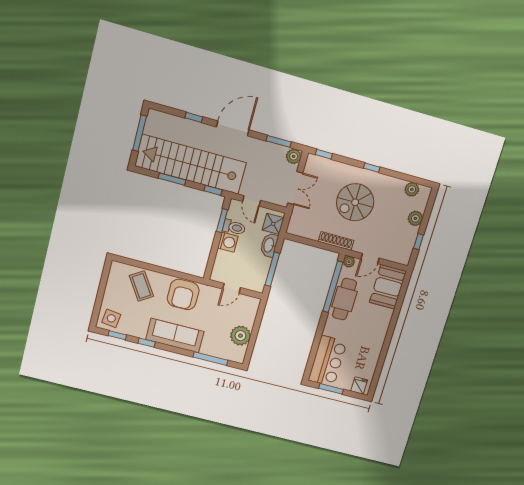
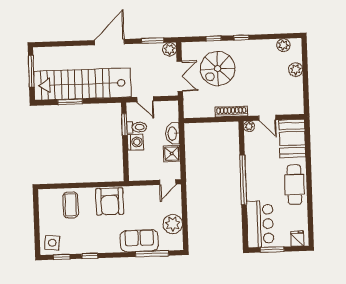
window: (194, 117) -> (73, 43), removed
window: (324, 154) -> (214, 39), moved
window: (213, 190) -> (108, 101), removed
spiral stairs: (355, 202) -> (218, 69), moved
shower: (273, 224) -> (172, 153), moved
window: (419, 242) -> (306, 89), removed
door: (370, 259) -> (267, 118), hinge flipped
window: (272, 269) -> (183, 154), removed
coffee table: (141, 286) -> (71, 205), turned 33
window: (333, 287) -> (243, 180), moved
door: (232, 288) -> (168, 182), moved
cafe table: (344, 299) -> (294, 185), moved
sofa: (175, 336) -> (139, 241), moved, width x0.73

